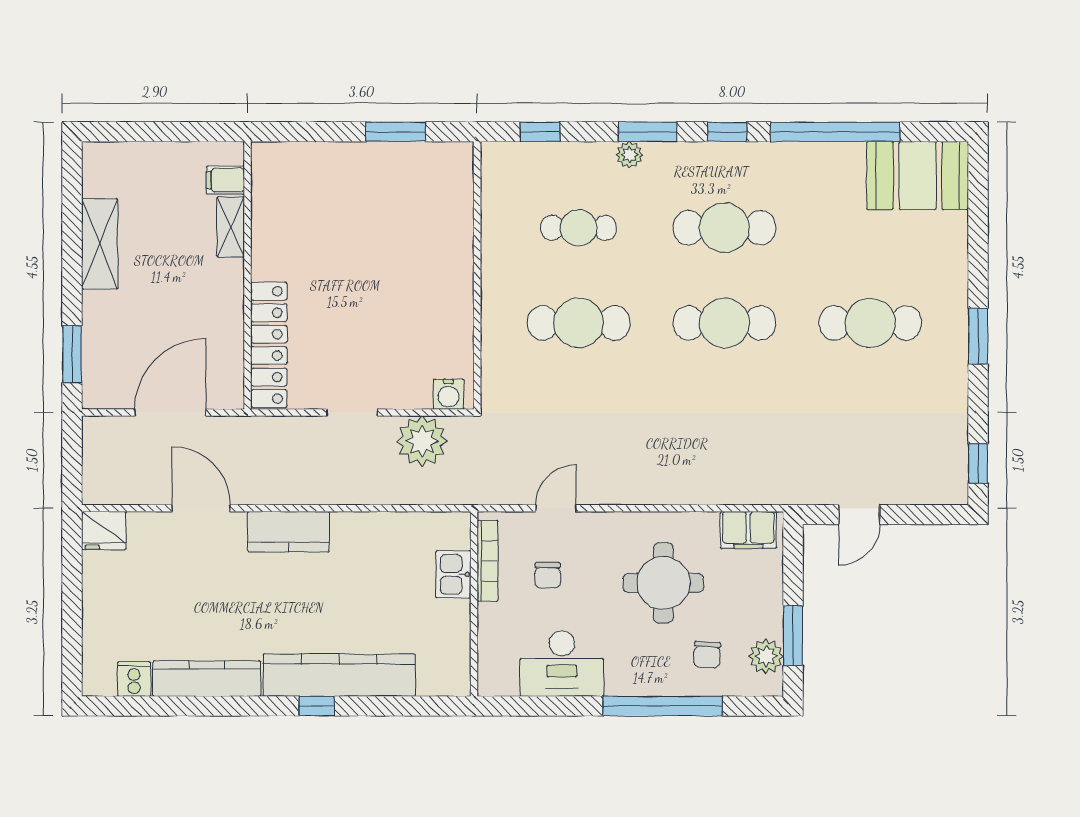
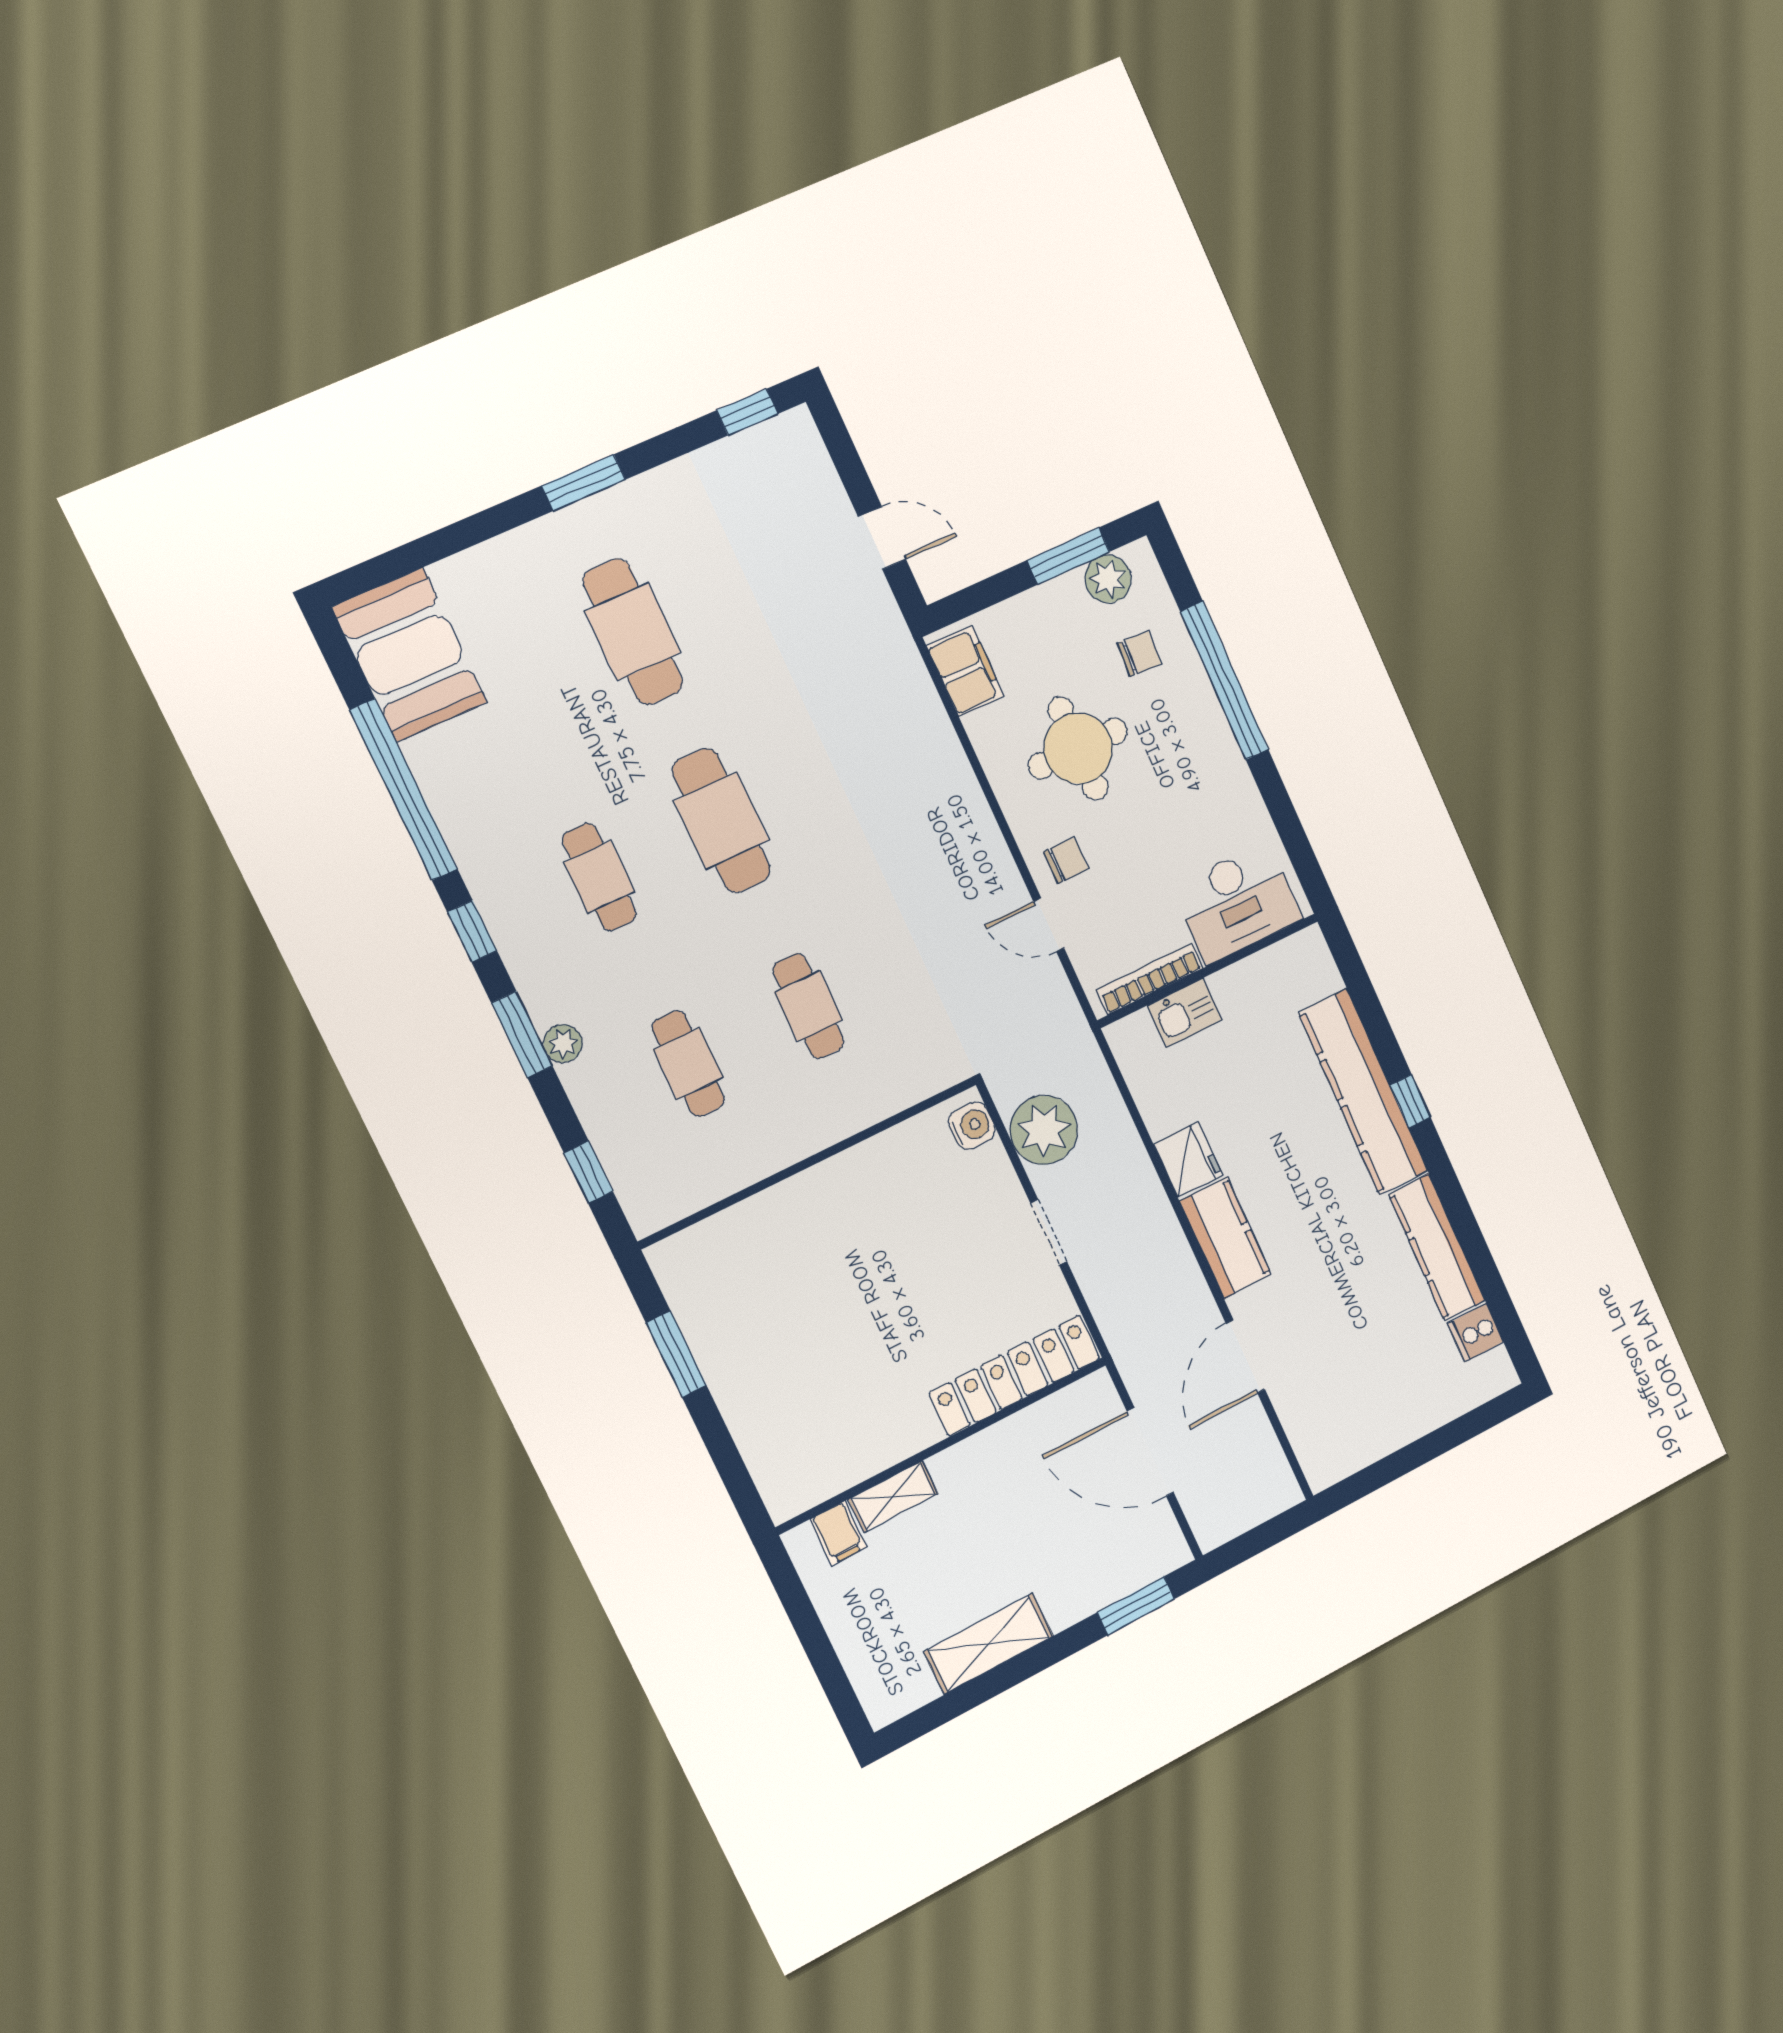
cafe table: (724, 228) -> (599, 877), width x0.73, depth x0.74
cafe table: (579, 323) -> (808, 1006), width x0.73, depth x0.74
fridge: (104, 531) -> (1188, 1160), moved
chair: (548, 575) -> (1066, 860), moved
desk: (562, 664) -> (1237, 903), moved, turned 90

